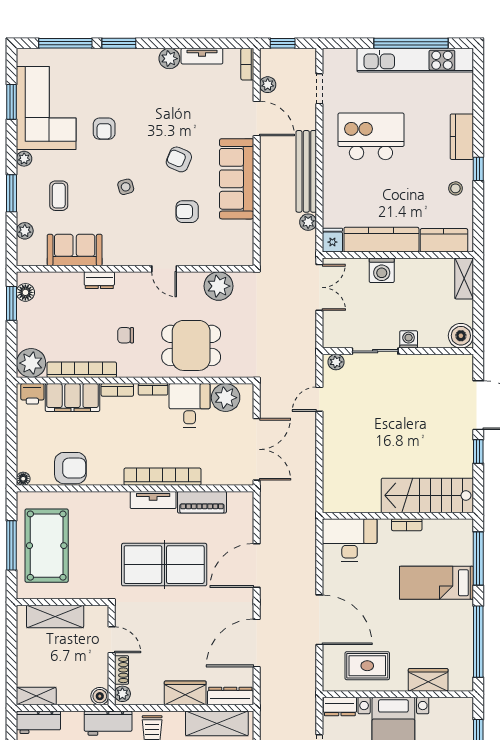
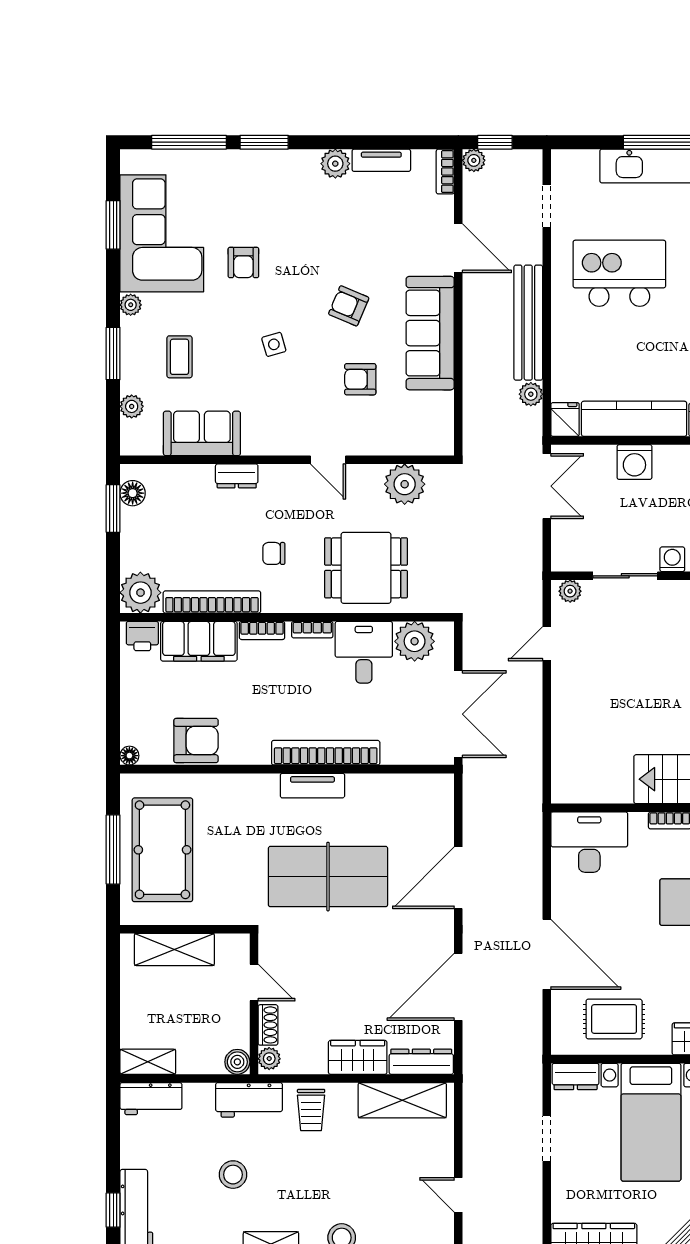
plant: (268, 85) -> (474, 160), moved
piano: (202, 502) -> (381, 789), removed

